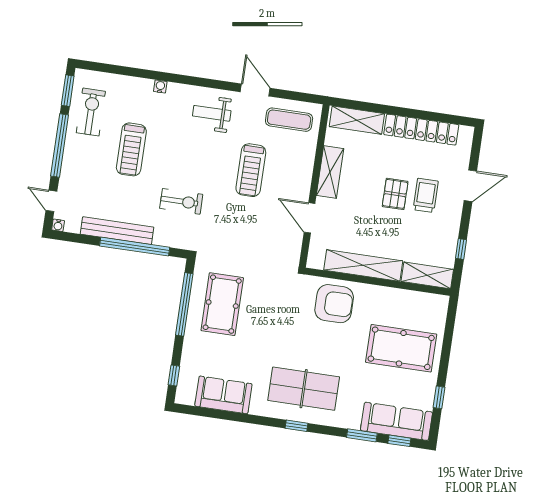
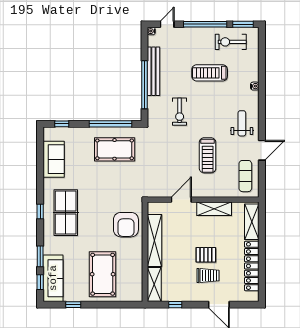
exercise bike: (91, 112) -> (231, 42), turned 180
treadmill: (251, 170) -> (208, 155), turned -90

